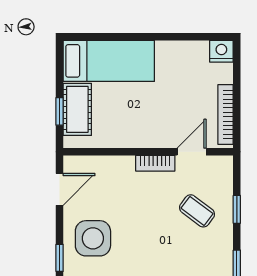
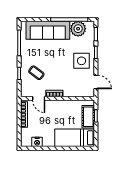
nightstand: (221, 51) -> (37, 142), moved
door: (192, 152) -> (39, 98), hinge flipped
door: (60, 189) -> (96, 82), swing flipped

